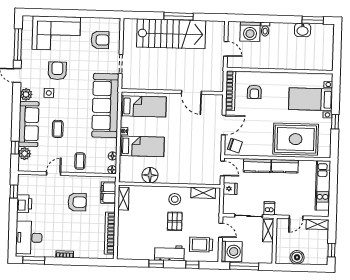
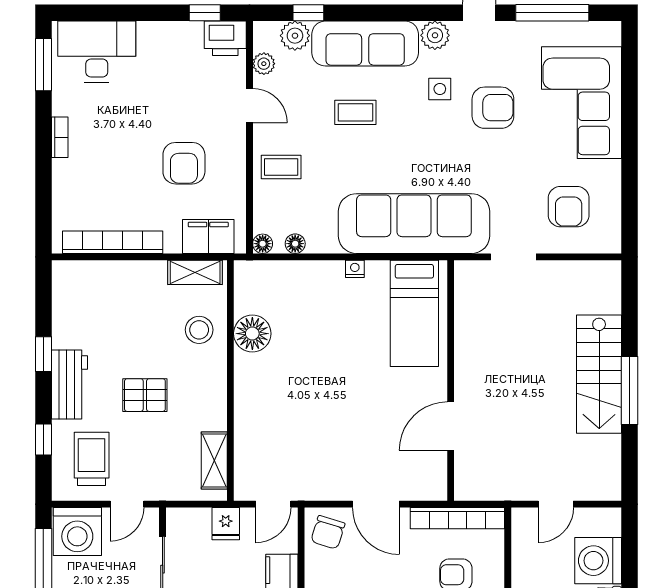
stairs: (171, 34) -> (599, 374), width x0.73, depth x0.66
bed: (142, 146) -> (320, 312), removed
plant: (36, 167) -> (264, 64), added
stool: (175, 199) -> (199, 330), moved
printer: (24, 204) -> (225, 38), moved

